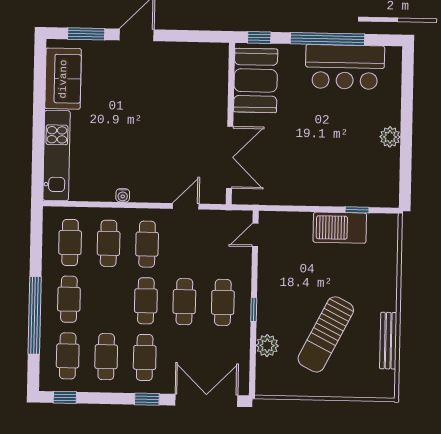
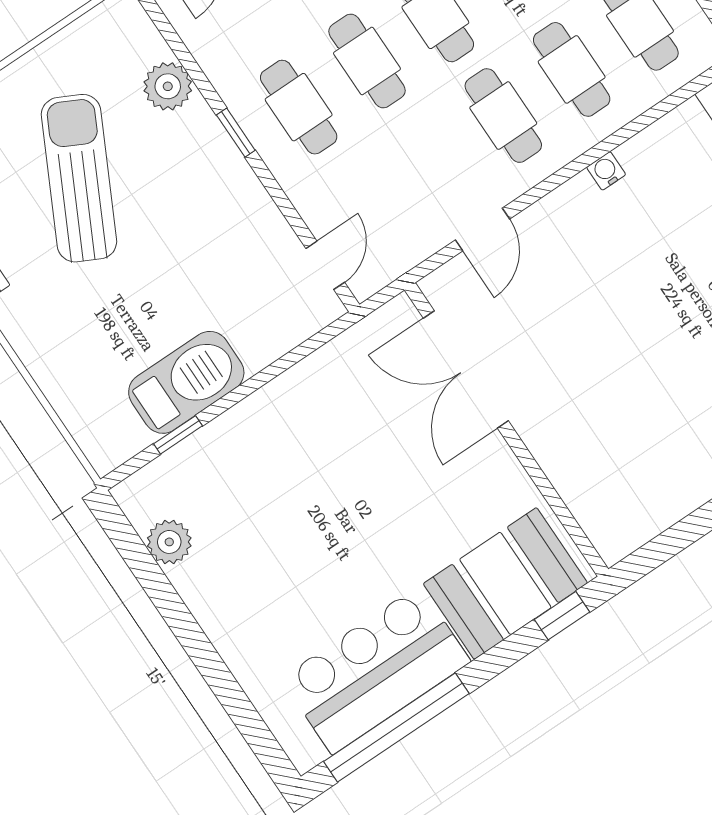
window: (327, 39) -> (396, 728), moved
booth: (256, 80) -> (505, 583), moved, turned 90
plant: (390, 137) -> (169, 542), moved

